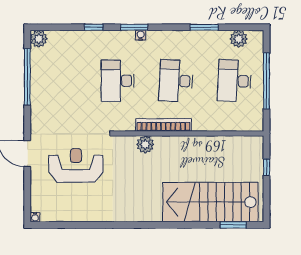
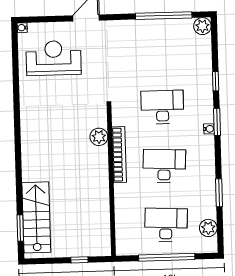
reception desk: (76, 165) -> (54, 58), moved, turned -90
stairs: (210, 202) -> (36, 217), width x0.73, depth x0.66

